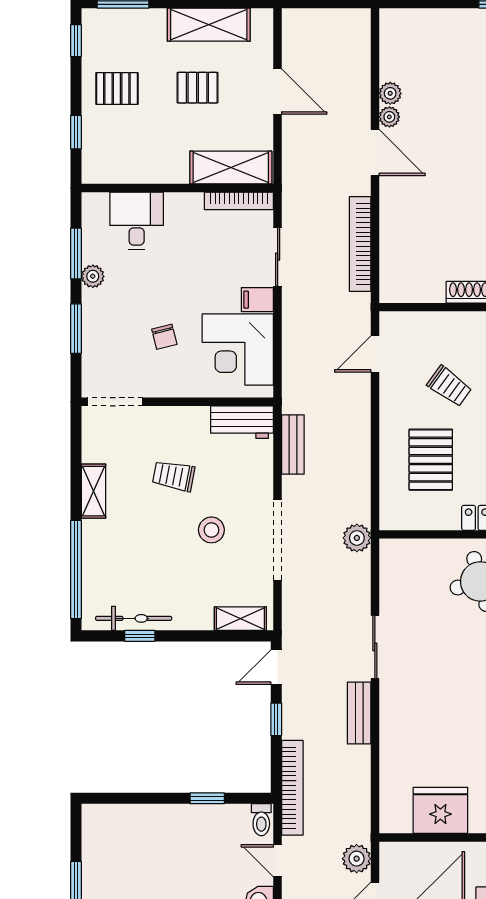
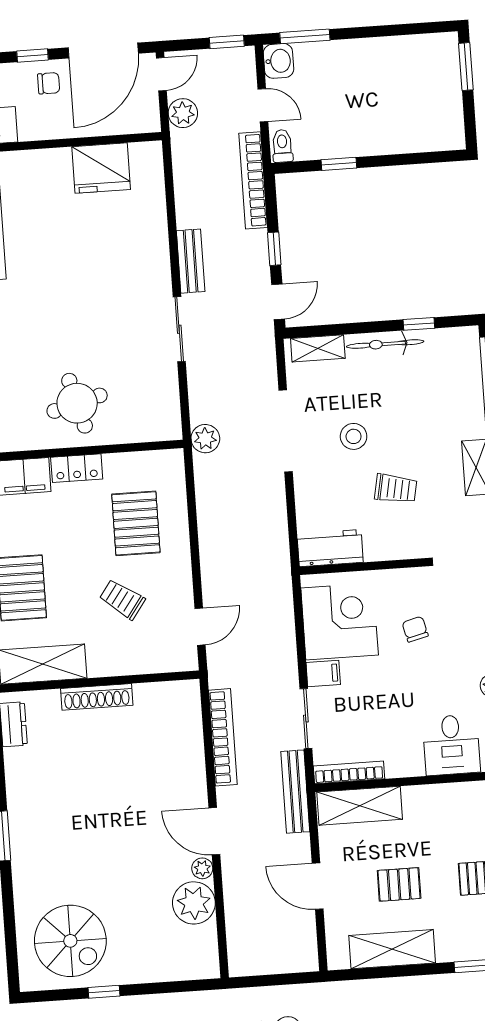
plant: (390, 93) -> (194, 903), width x1.88, depth x1.88
bench: (293, 444) -> (295, 792), moved, width x1.36
bicycle: (134, 618) -> (385, 344), moved

